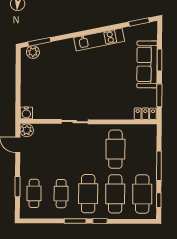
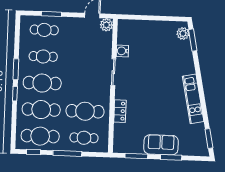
sofa: (147, 64) -> (161, 145), width x0.73
water cooler: (26, 113) -> (122, 51), moved
locker: (145, 114) -> (120, 111), moved
cafe table: (143, 149) -> (84, 138), added

